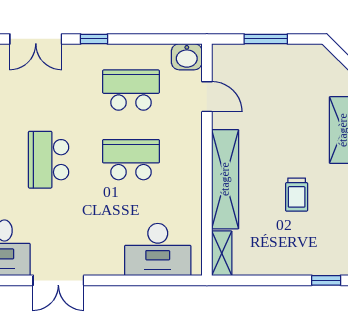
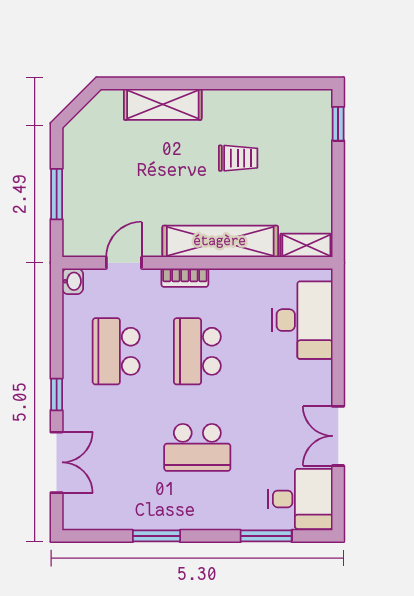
washbasin: (187, 57) -> (73, 281), width x0.72, depth x0.69
bookcase: (194, 149) -> (185, 278), added
double door: (58, 280) -> (338, 436), swing flipped

